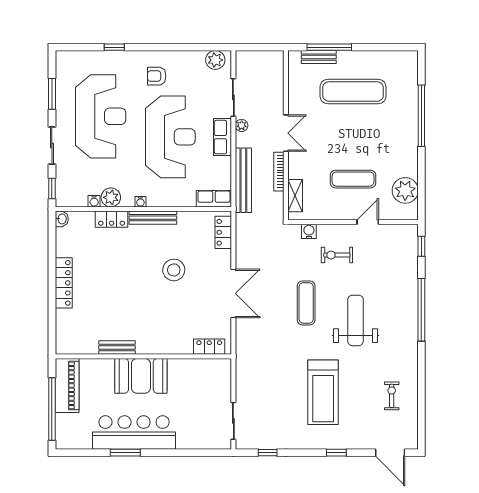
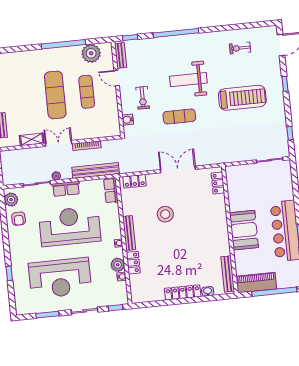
armchair: (157, 76) -> (19, 219), moved
exercise mat: (353, 92) -> (55, 95), moved
reception desk: (101, 116) -> (60, 278), turned 180
window: (421, 116) -> (63, 44), moved
shelving: (295, 196) -> (32, 139), moved
washbasin: (62, 219) -> (208, 291), moved
bench: (398, 231) -> (121, 55), added
bench: (117, 348) -> (228, 274), moved, width x1.36

